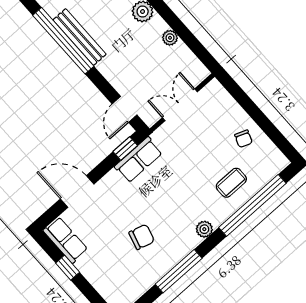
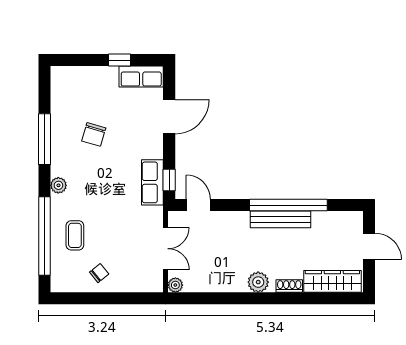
plant: (170, 38) -> (175, 285), moved
chair: (243, 139) -> (99, 273), turned 120

